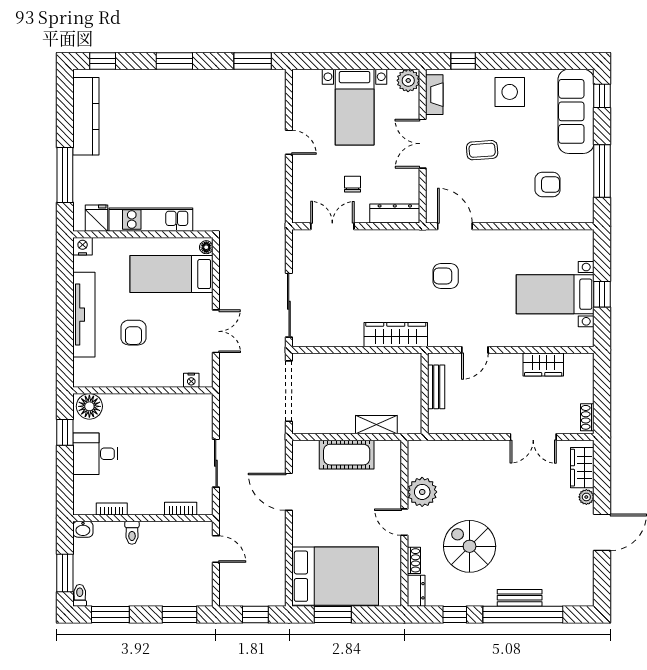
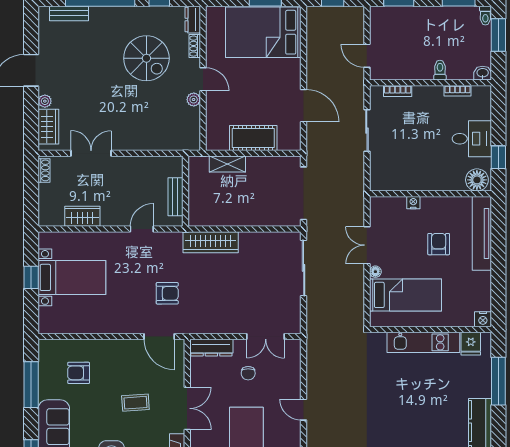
floor lamp: (206, 247) -> (375, 272), moved
tv unit: (84, 315) -> (482, 233), moved
nightstand: (191, 380) -> (413, 203), moved
plant: (422, 492) -> (194, 100), width x0.53, depth x0.53
bench: (520, 598) -> (69, 13), moved

